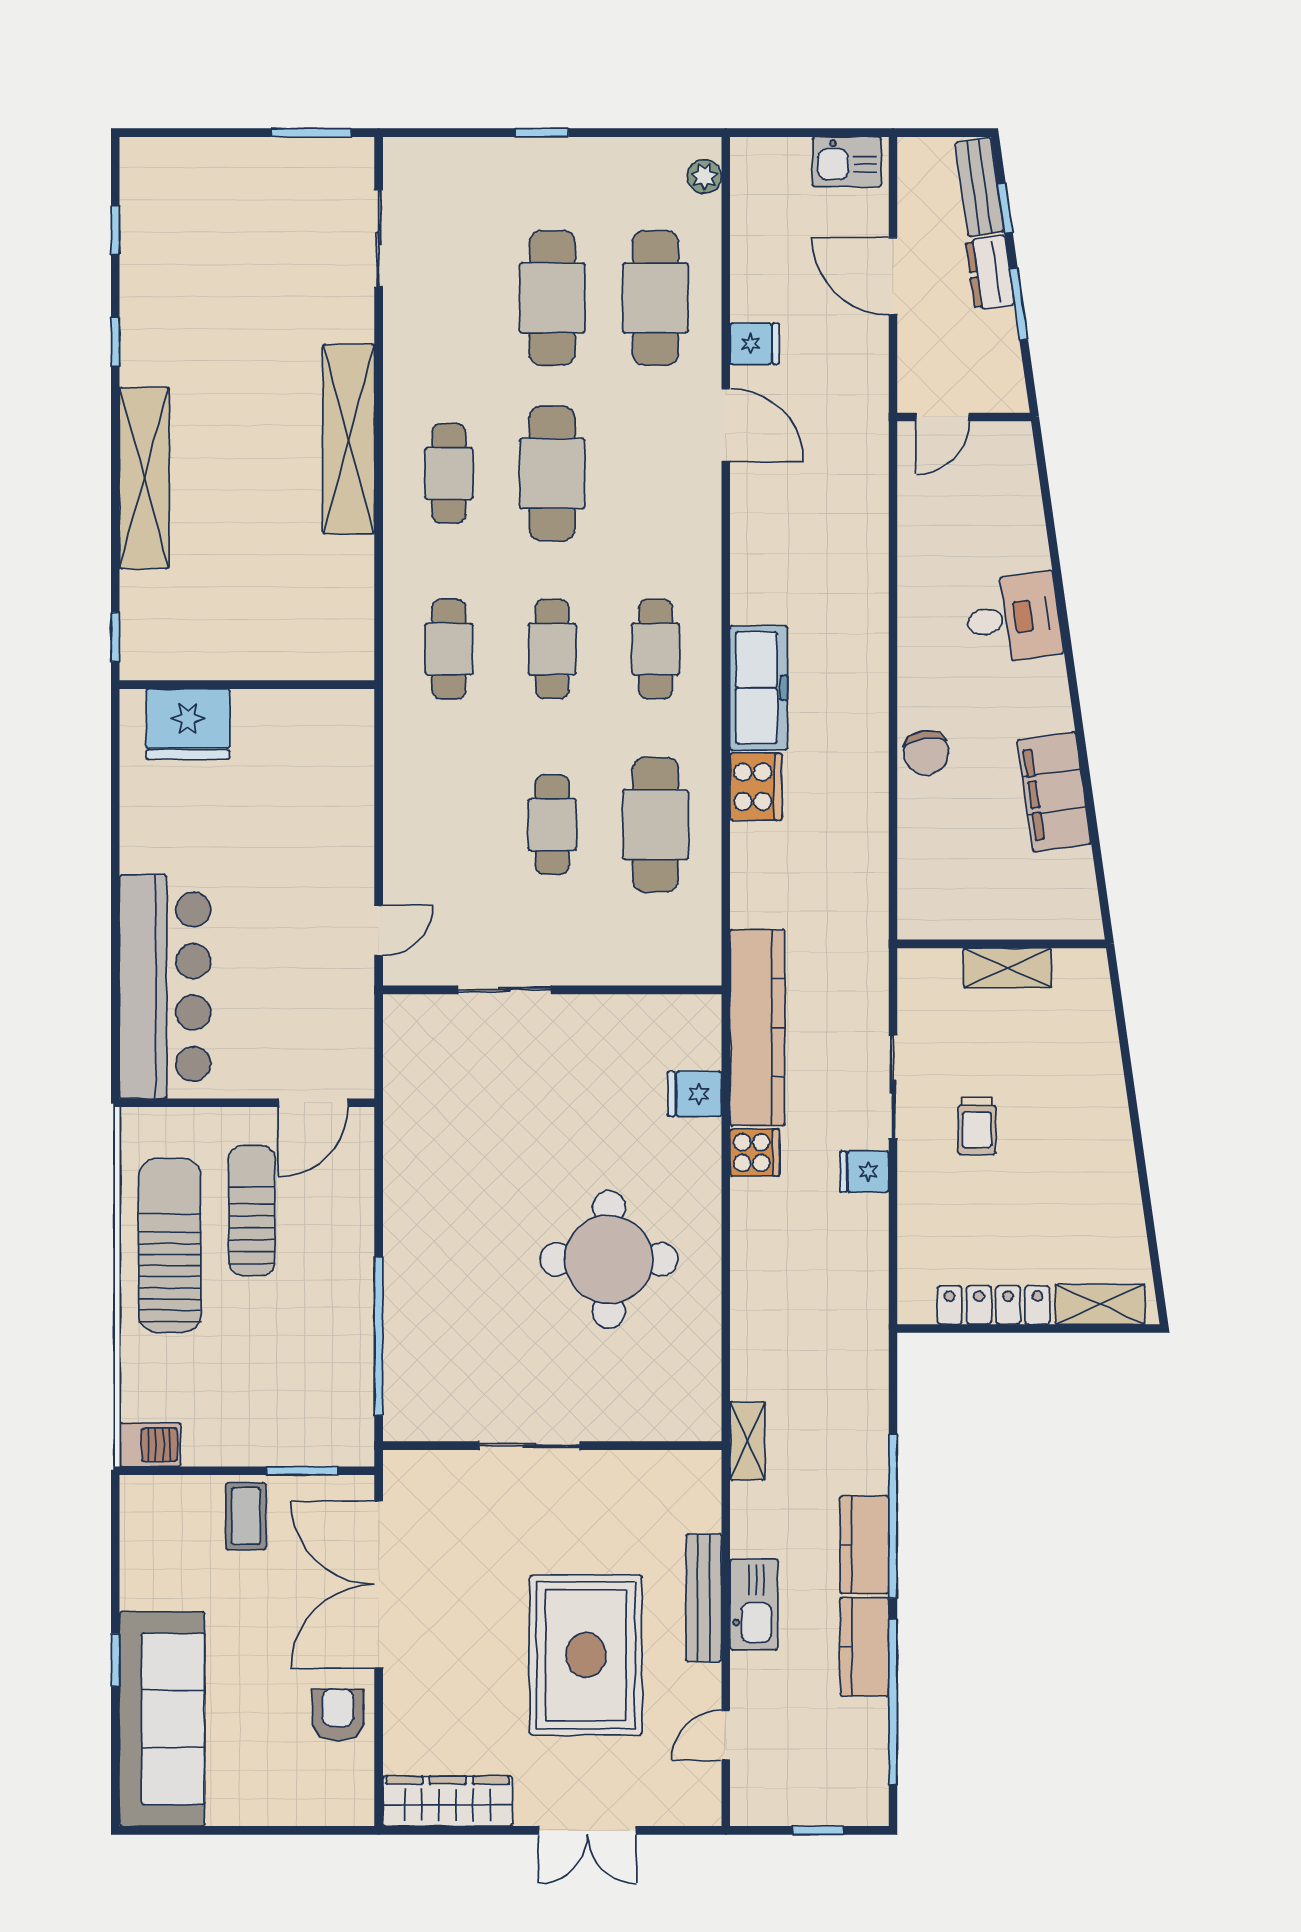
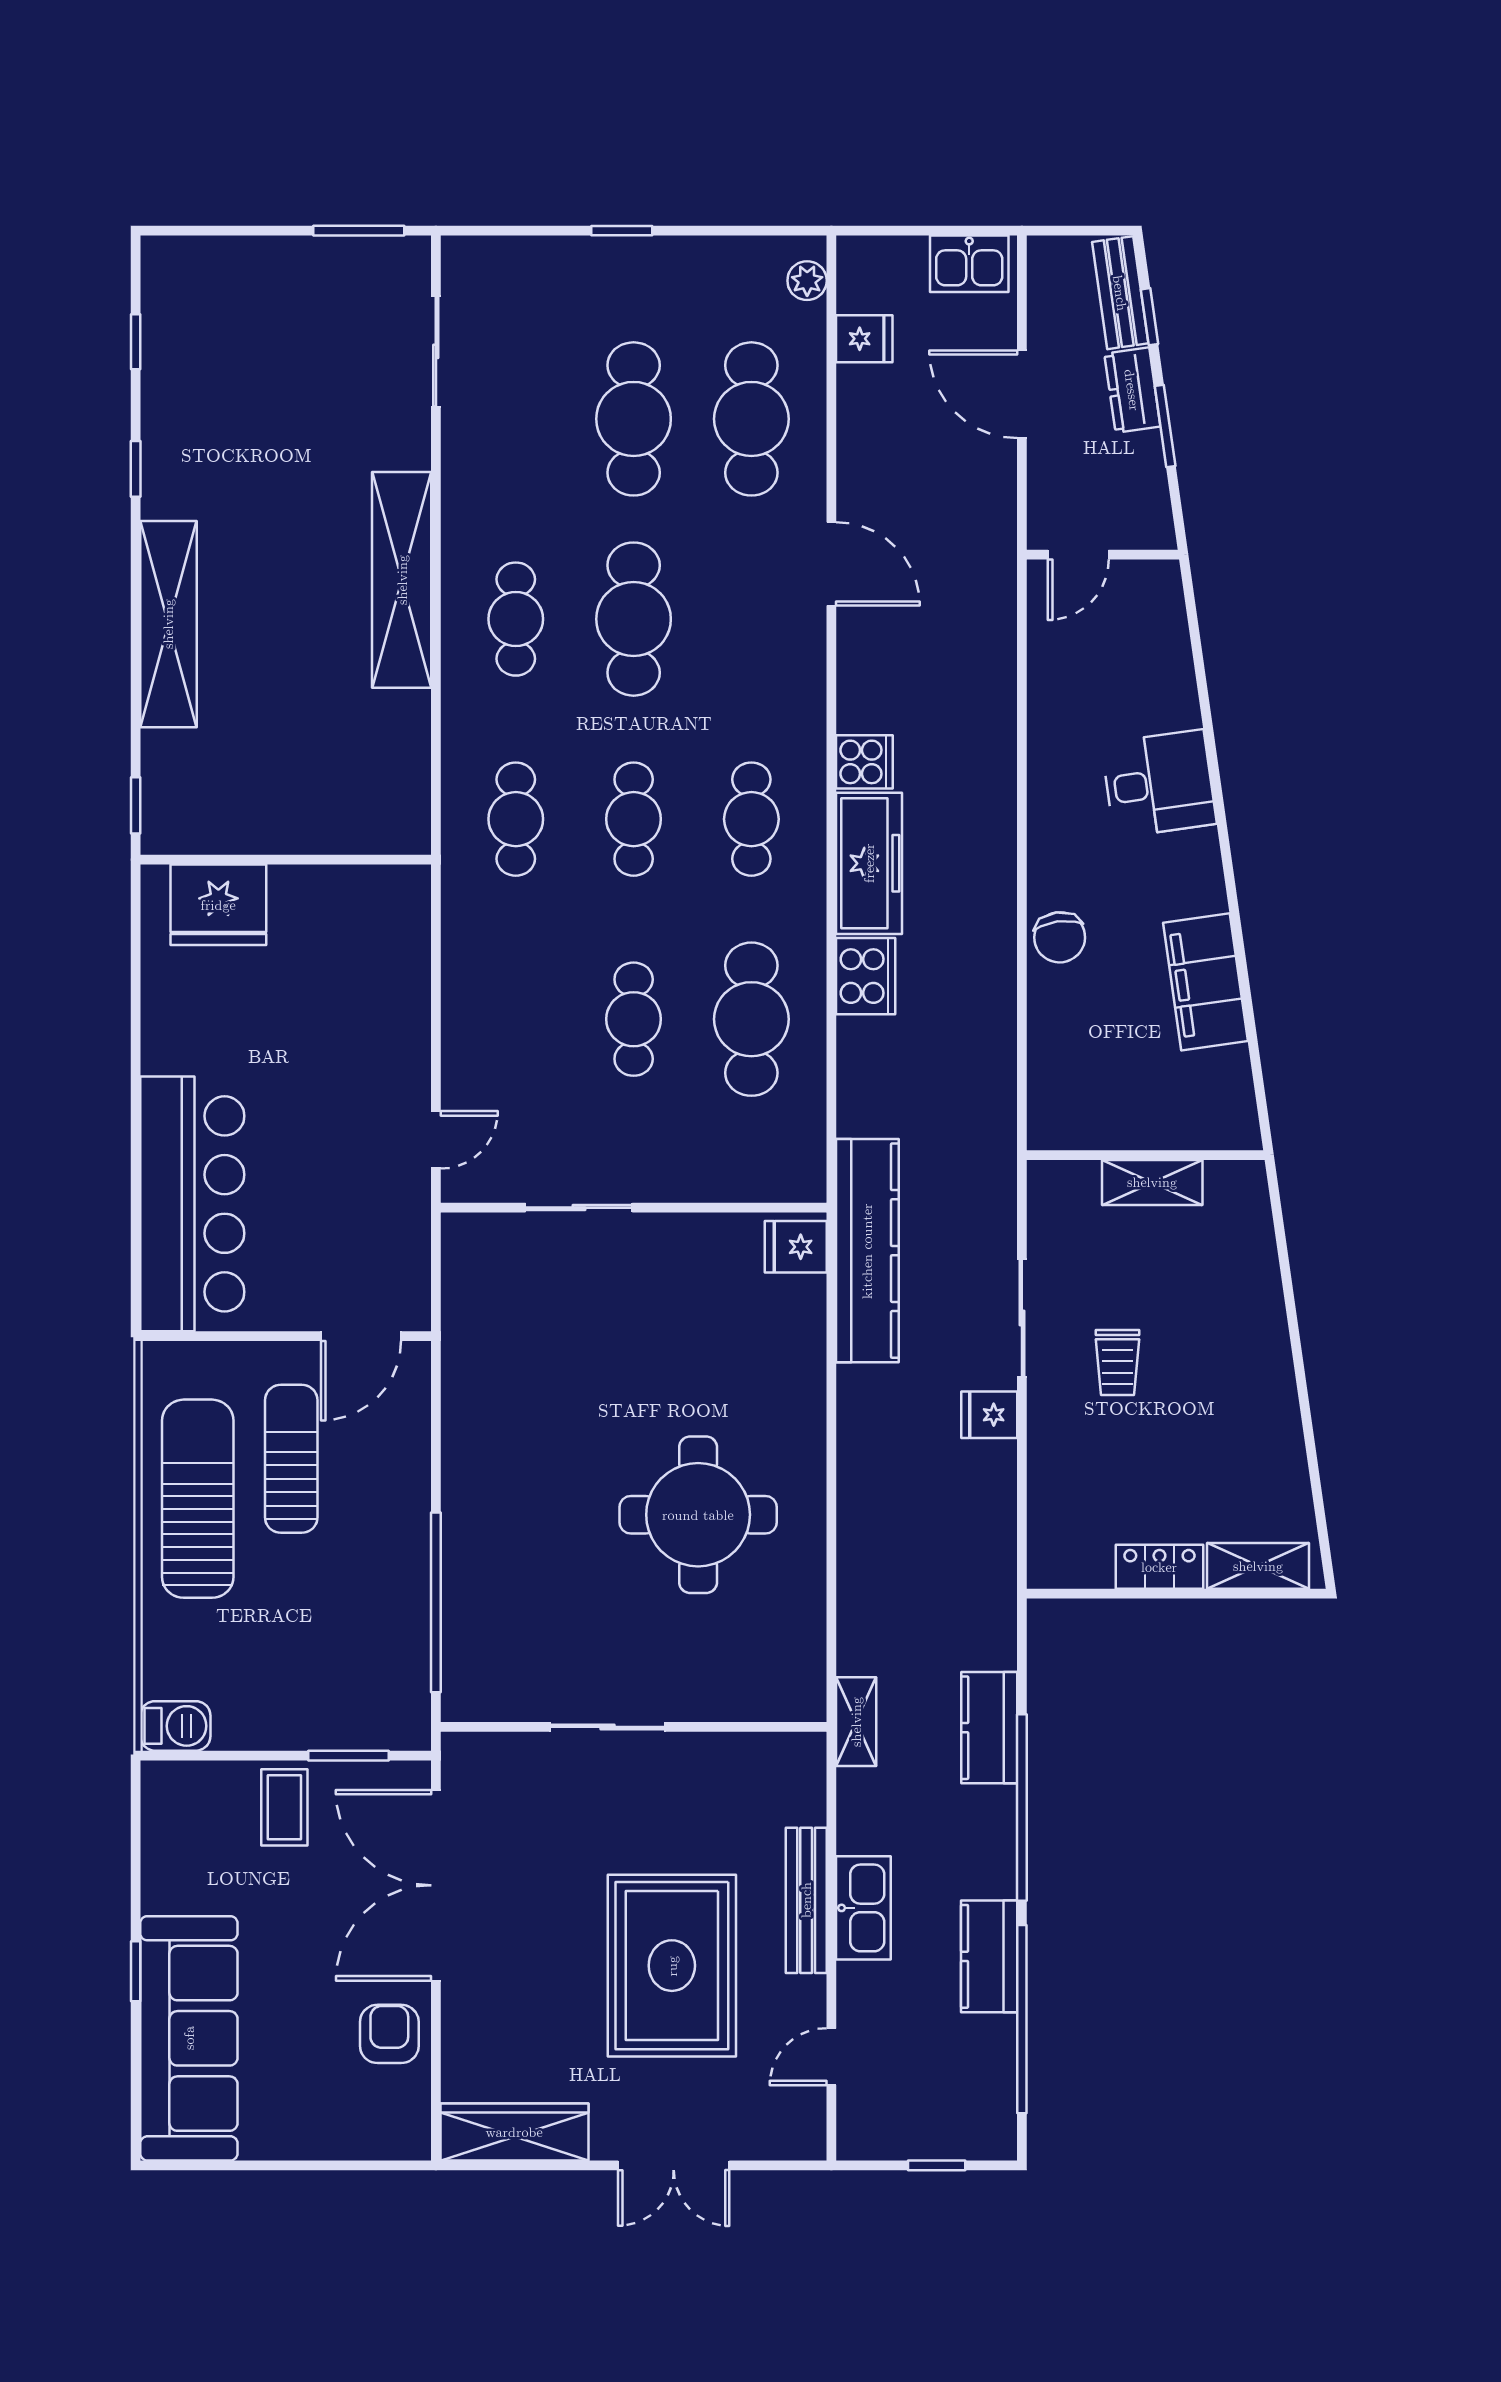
fridge: (755, 344) -> (864, 339), moved
fridge: (695, 1094) -> (796, 1247), moved
cooker: (755, 1153) -> (864, 762), moved
locker: (993, 1305) -> (1159, 1567), width x0.66
kitchen counter: (864, 1545) -> (989, 1728), moved

